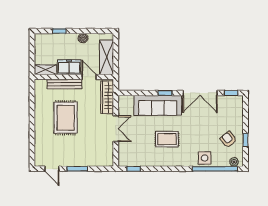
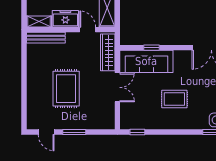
bench: (64, 84) -> (46, 38), moved
window: (165, 93) -> (151, 48), moved
sofa: (158, 105) -> (146, 61), moved
rug: (66, 118) -> (66, 89), moved

